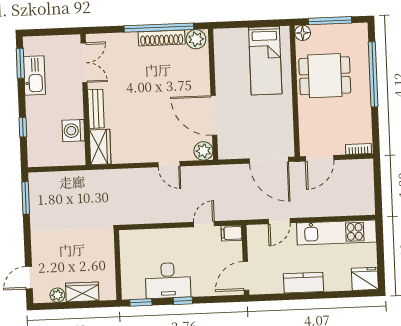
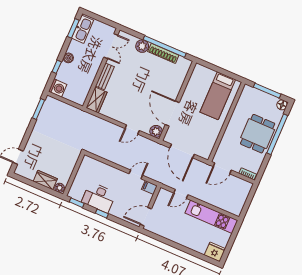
floor lamp: (303, 33) -> (282, 105), moved
plant: (196, 39) -> (142, 46), moved
kitchen sink: (34, 75) -> (83, 29), moved
dining table: (325, 76) -> (258, 134), moved, turned 90
boiler: (33, 107) -> (68, 58), added
washing machine: (73, 131) -> (58, 88), moved, turned 180
door: (269, 160) -> (182, 151), moved
door: (169, 164) -> (132, 130), hinge flipped
kitchen counter: (303, 283) -> (178, 237), removed
plant: (57, 295) -> (60, 188), moved

